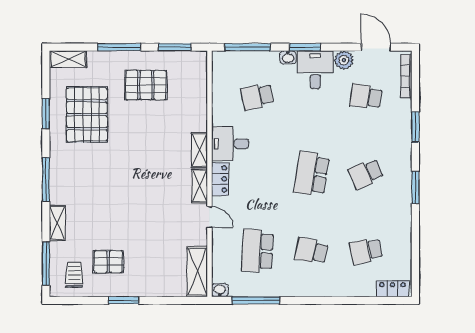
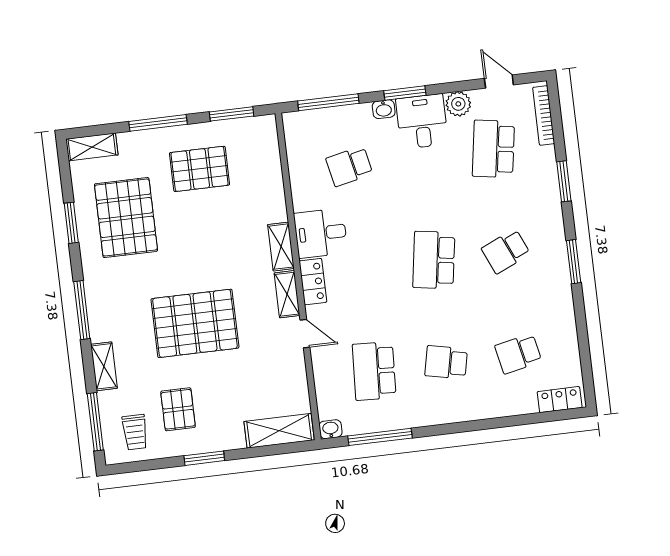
door: (376, 47) -> (499, 82), width x0.73
school desk: (366, 97) -> (493, 149), width x1.85
pallet: (129, 199) -> (195, 323), added
pallet: (108, 262) -> (178, 409), turned 90
shelving: (197, 272) -> (279, 431), moved, turned 90
trolley: (74, 275) -> (135, 432), turned 180

